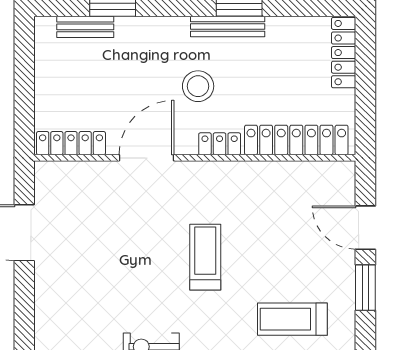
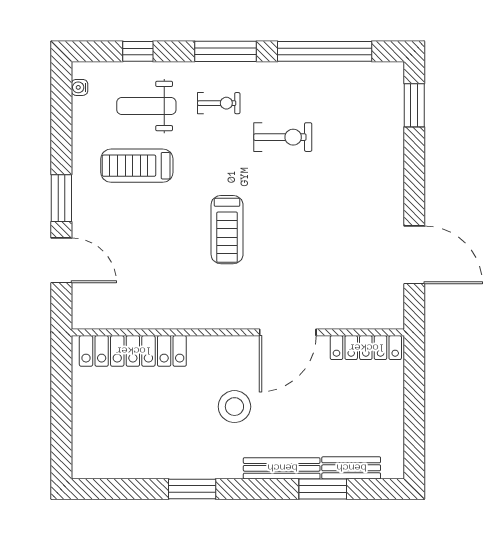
bench: (228, 26) -> (282, 468), moved
locker: (344, 53) -> (84, 441), removed
locker: (220, 144) -> (212, 347), removed
treadmill: (292, 319) -> (137, 166), turned 180

